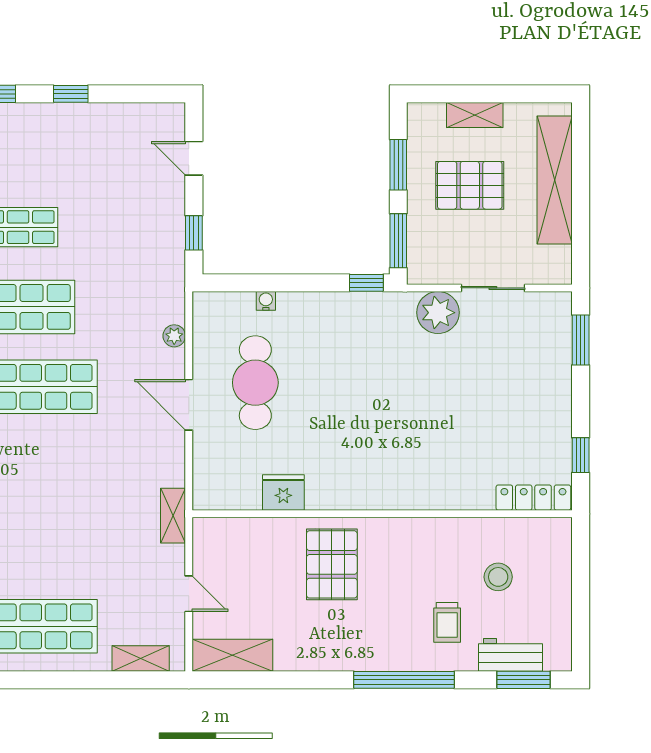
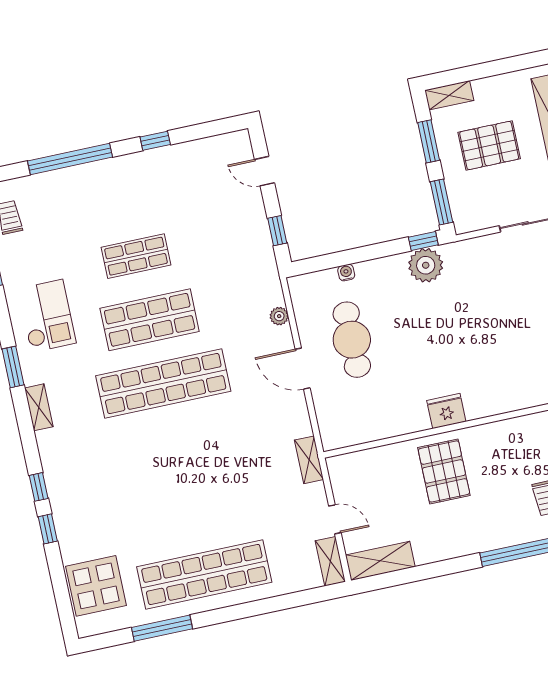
shelving: (475, 115) -> (449, 95), moved
plant: (438, 313) -> (426, 265), moved
fridge: (283, 493) -> (446, 411), moved
shelving: (141, 659) -> (330, 561), moved, turned 90

